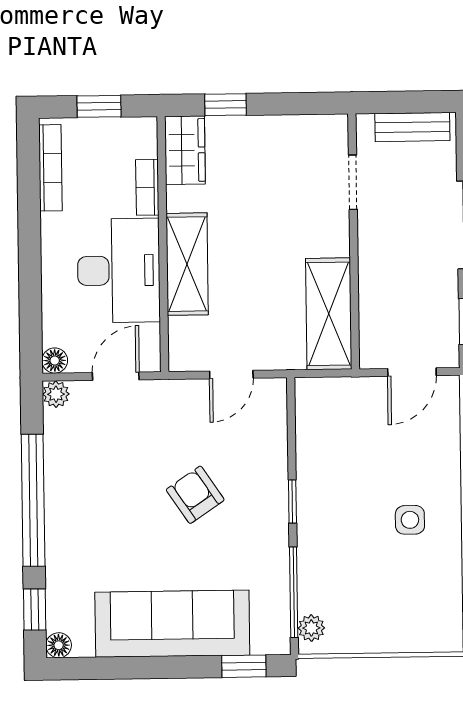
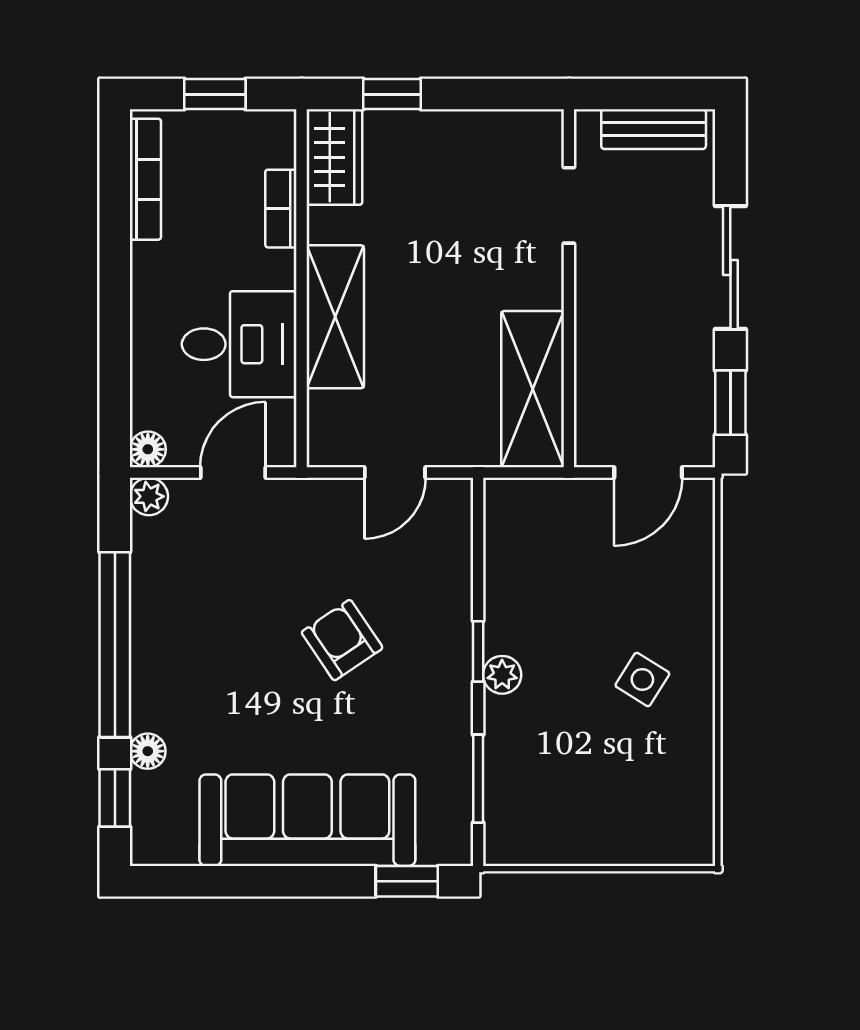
desk: (119, 271) -> (239, 344), width x0.73
side table: (410, 520) -> (642, 679), turned 32
window: (294, 592) -> (478, 779), width x0.69
plant: (311, 628) -> (502, 675), moved
floor lamp: (59, 645) -> (148, 751), moved

